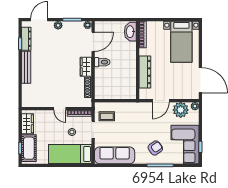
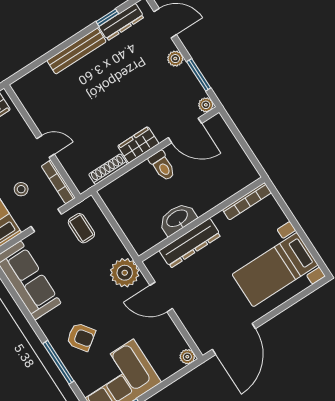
washbasin: (130, 32) -> (177, 219), moved
door: (60, 109) -> (46, 146), swing flipped
plant: (181, 110) -> (125, 273), moved

